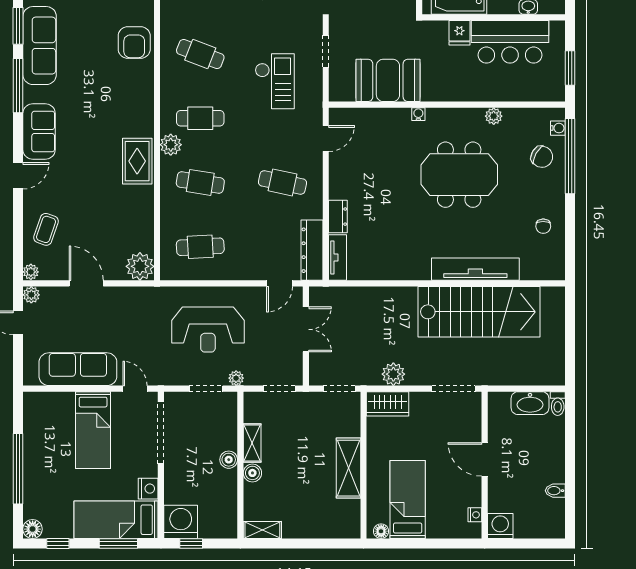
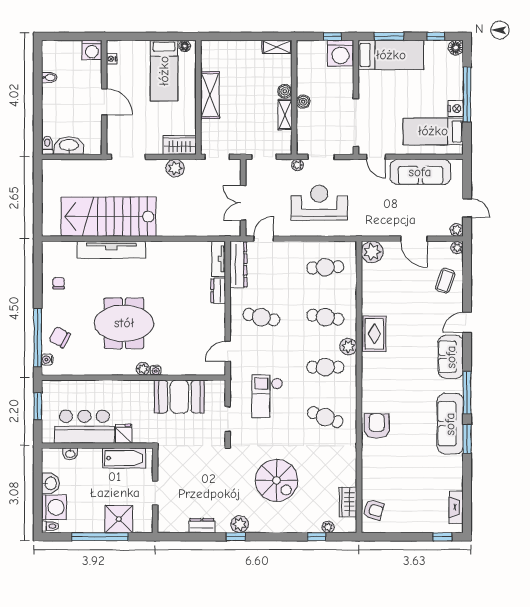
plant: (494, 116) -> (143, 369), moved
bed: (93, 430) -> (433, 131), moved, turned -90
nightstand: (148, 489) -> (456, 109), moved, turned 180

